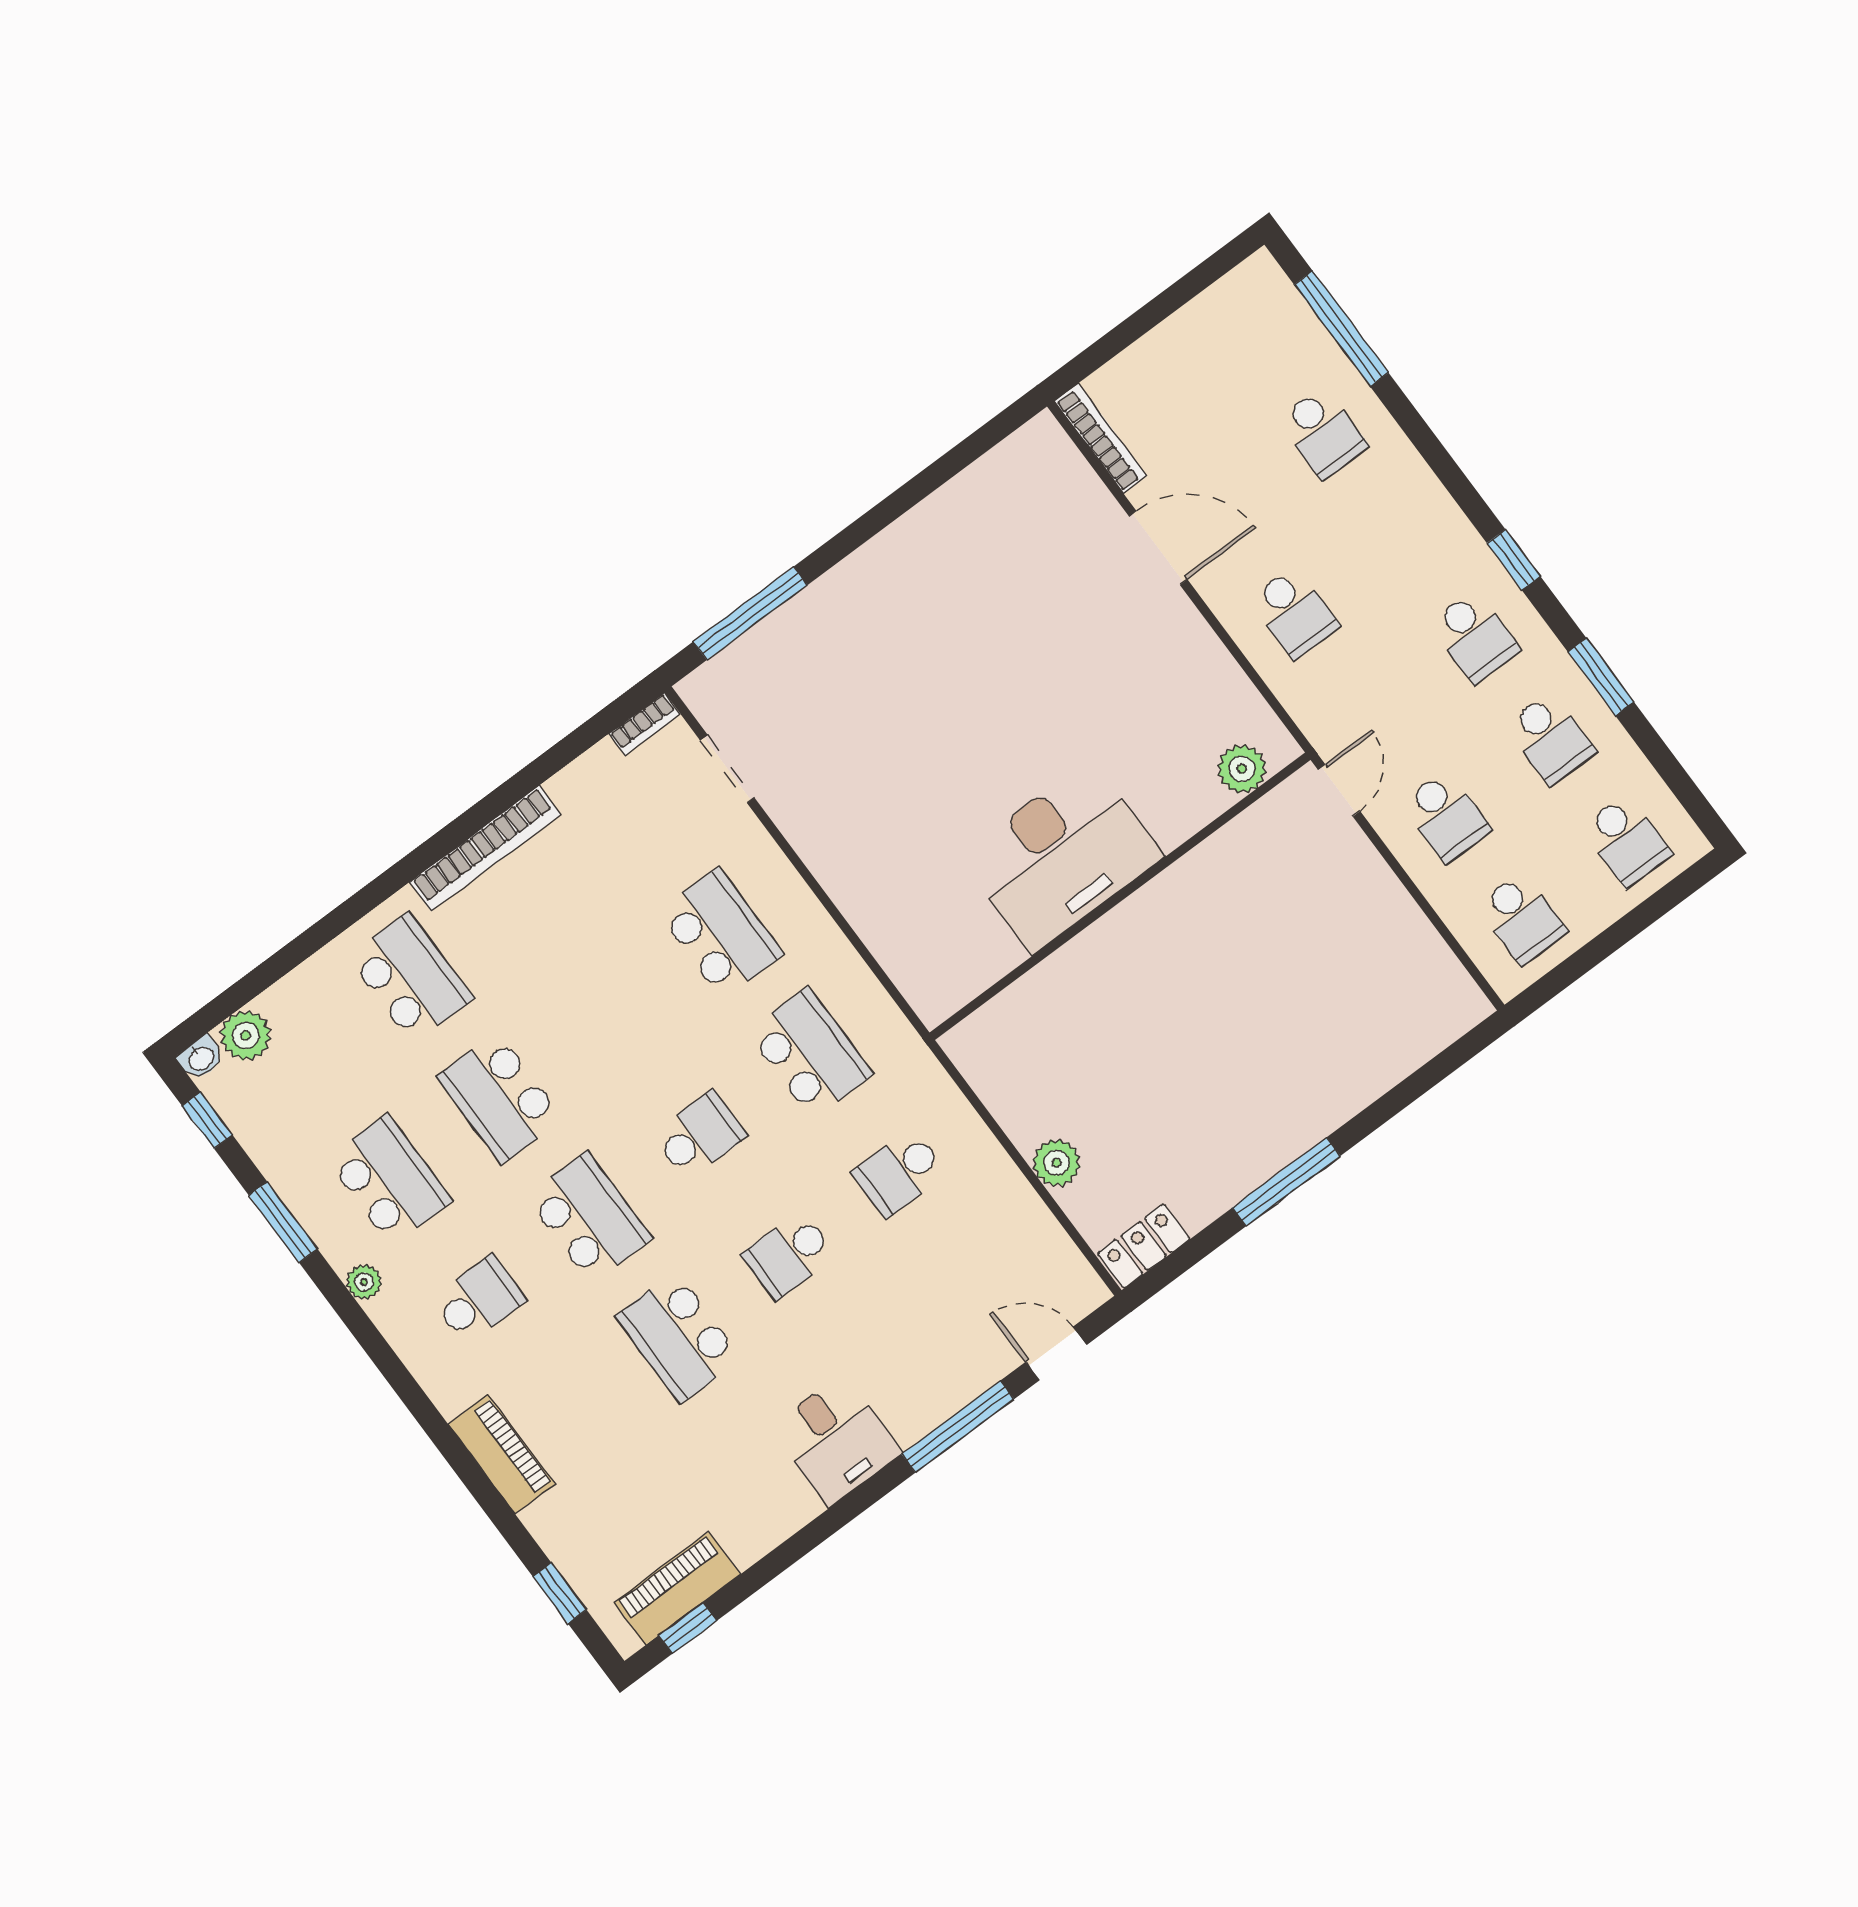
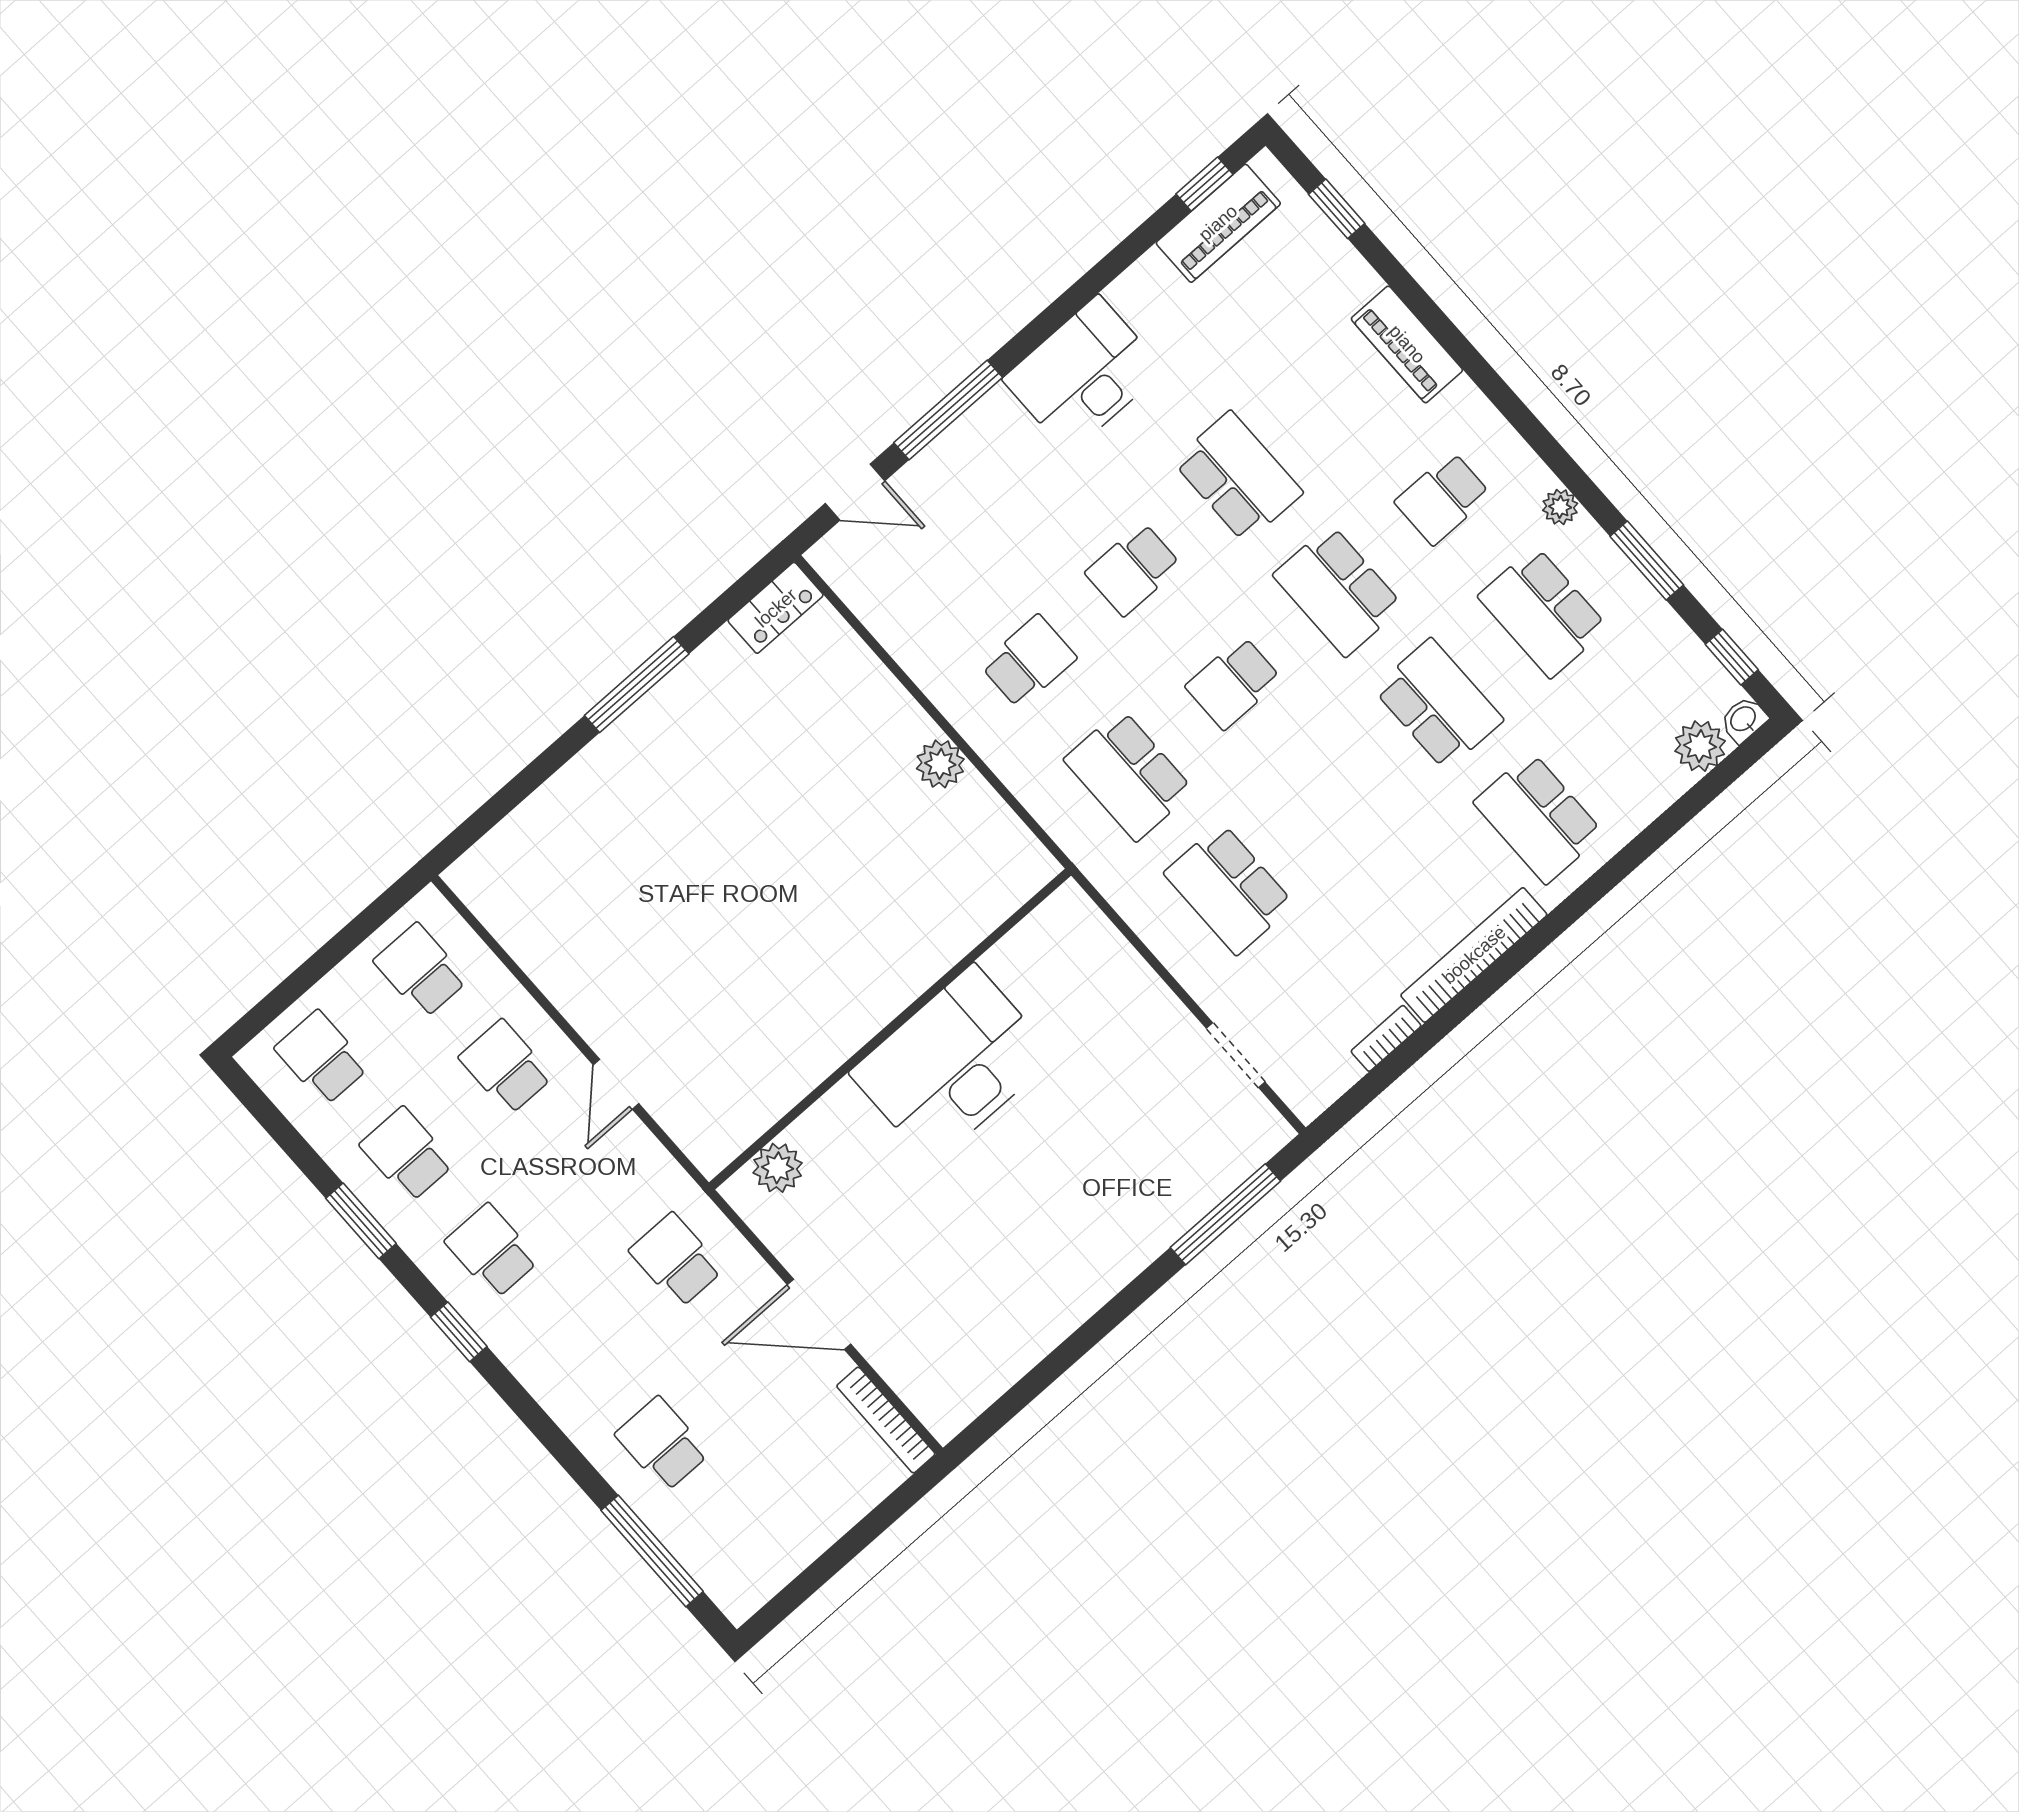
bookcase: (645, 724) -> (1386, 1038), moved
plant: (1242, 769) -> (778, 1168), moved
desk: (1061, 856) -> (953, 1064), moved
wall: (1120, 896) -> (890, 1029), moved
plant: (1056, 1163) -> (940, 764), moved
school desk: (789, 1255) -> (1133, 569), turned 180
desk: (836, 1440) -> (1083, 375), width x1.37

